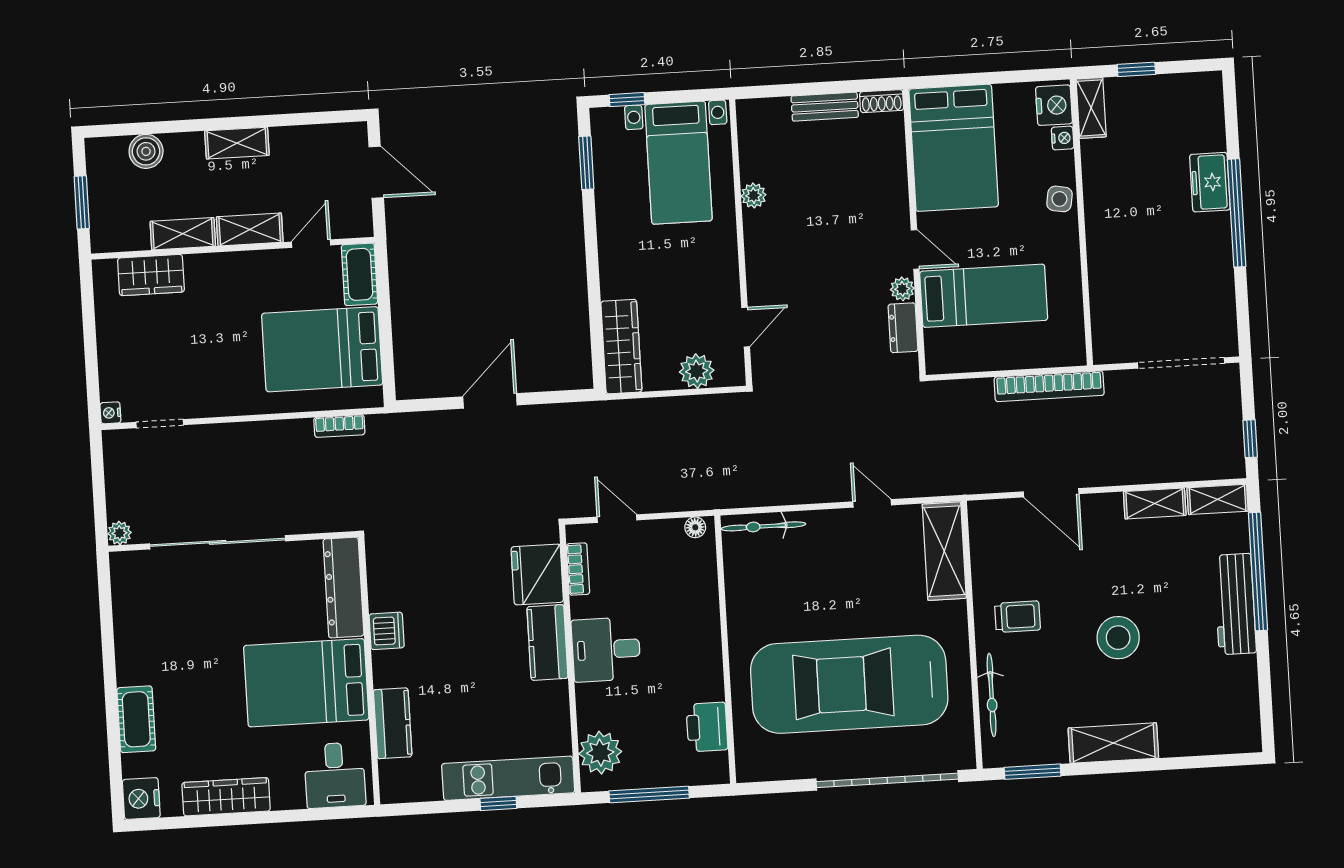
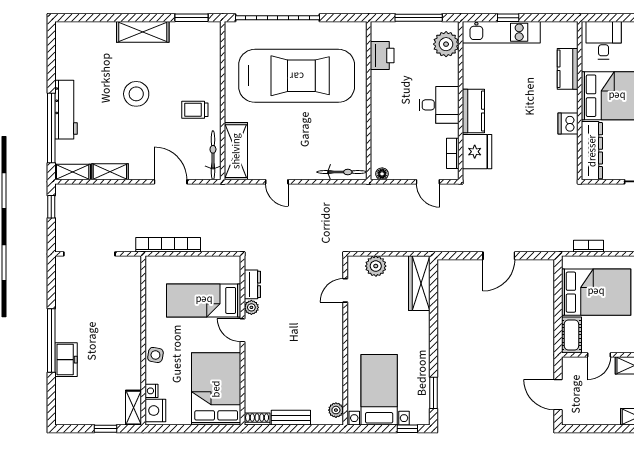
plant: (754, 195) -> (336, 410), moved
bicycle: (992, 695) -> (213, 155), moved

